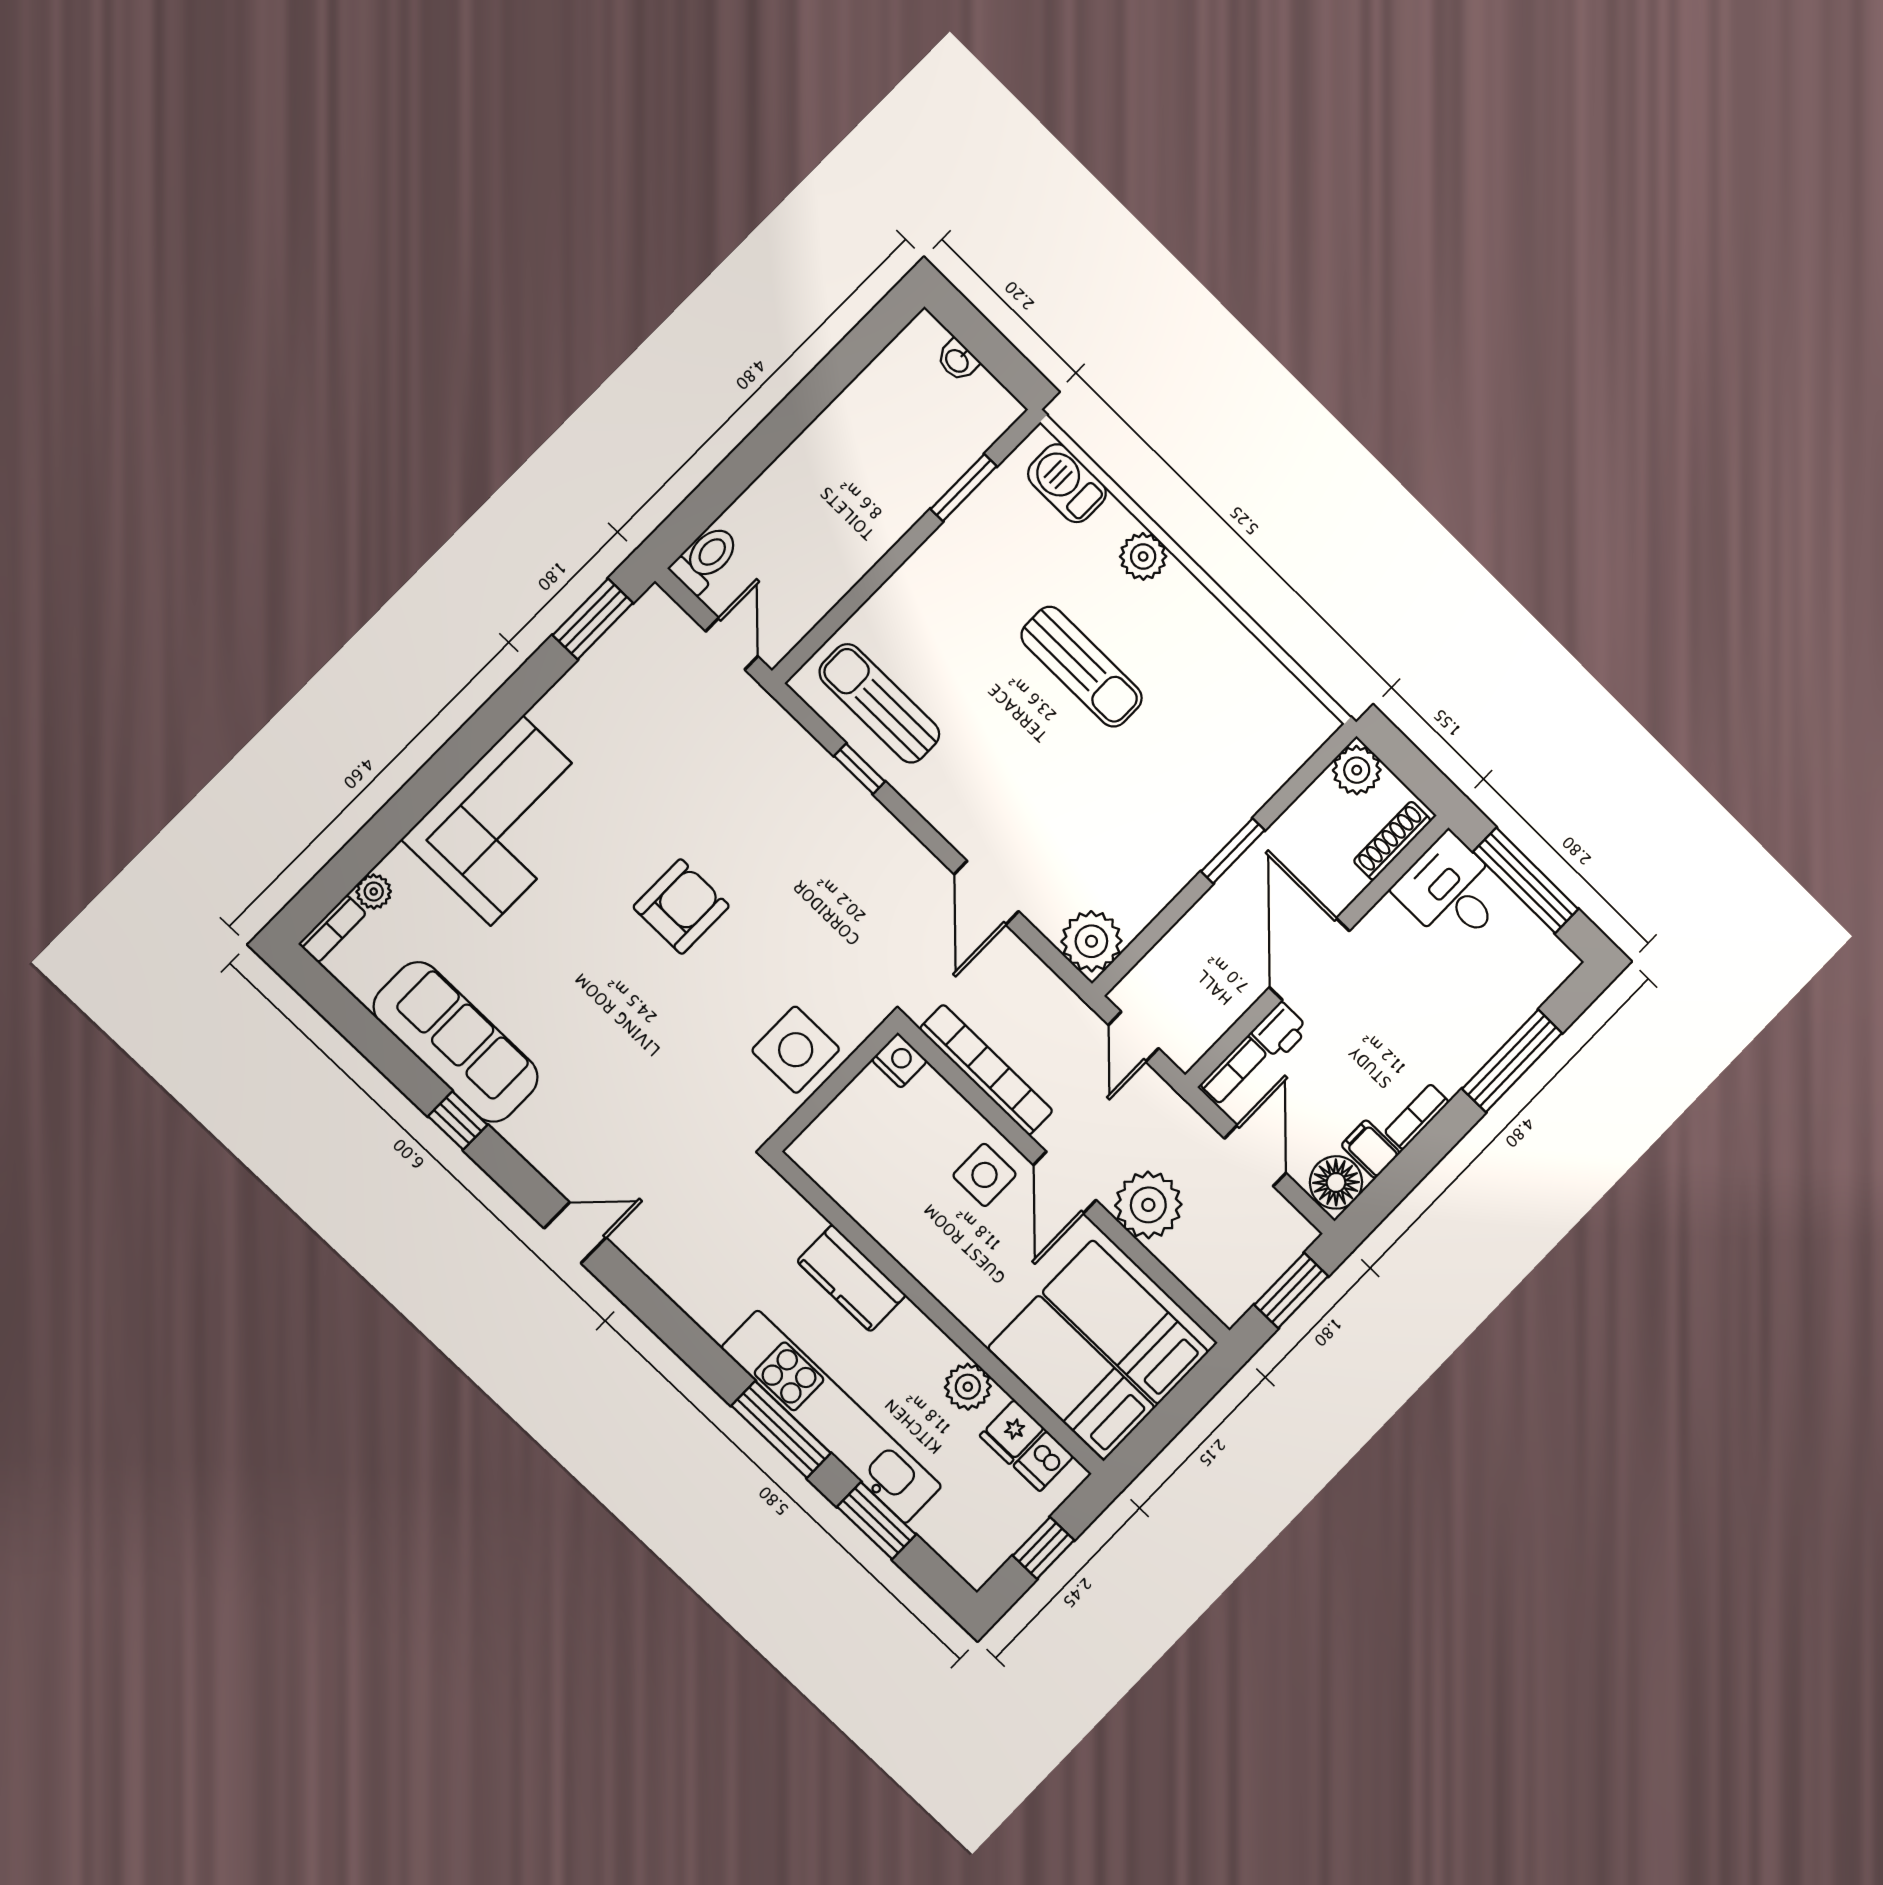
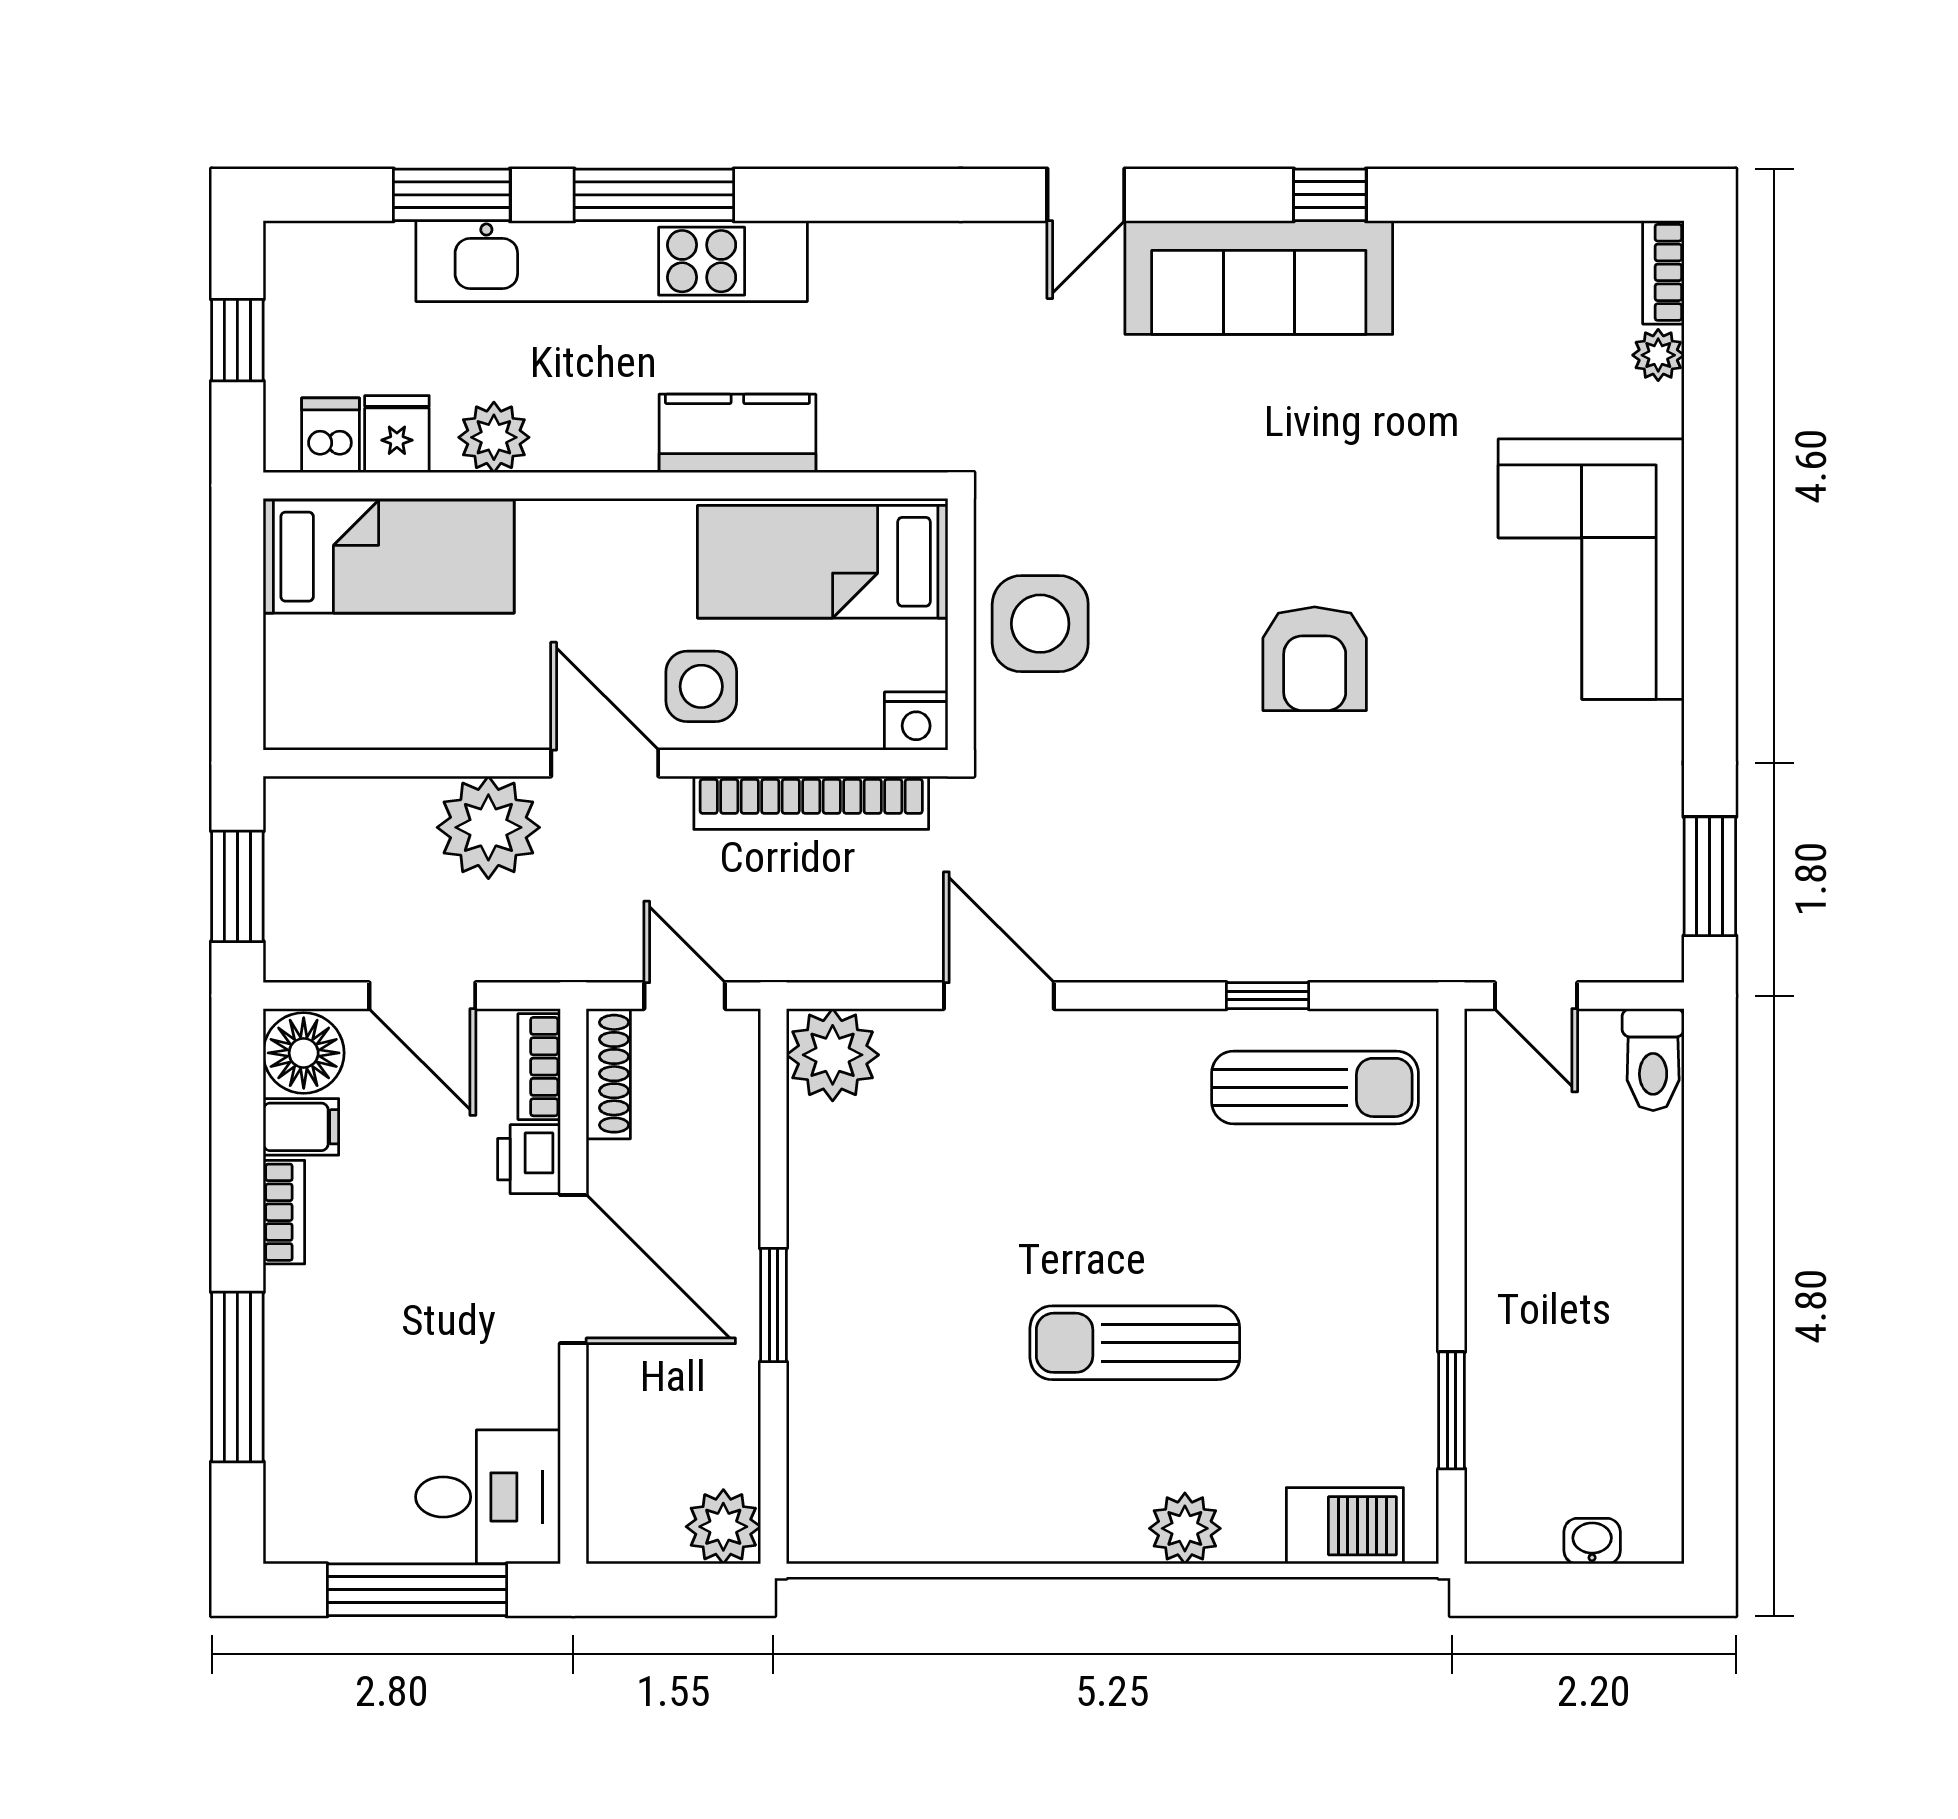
shoe rack: (1392, 841) -> (608, 1074), moved
sofa: (456, 1042) -> (1259, 278), moved
bed: (1125, 1322) -> (823, 562), moved, turned 180

